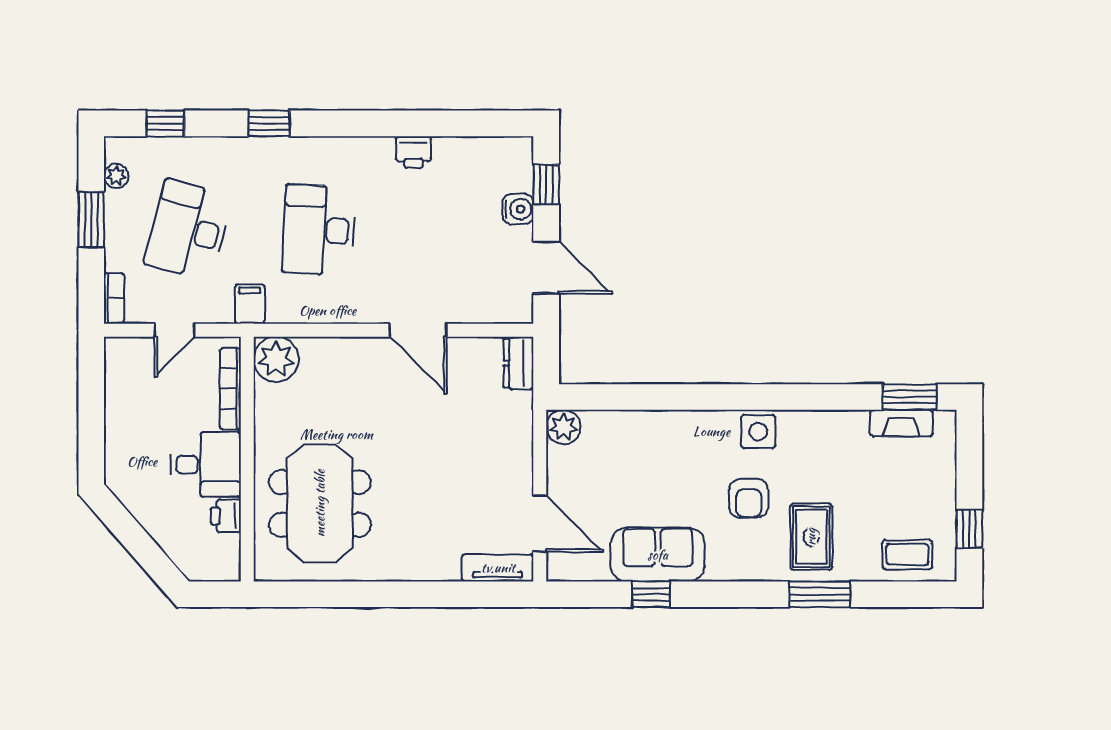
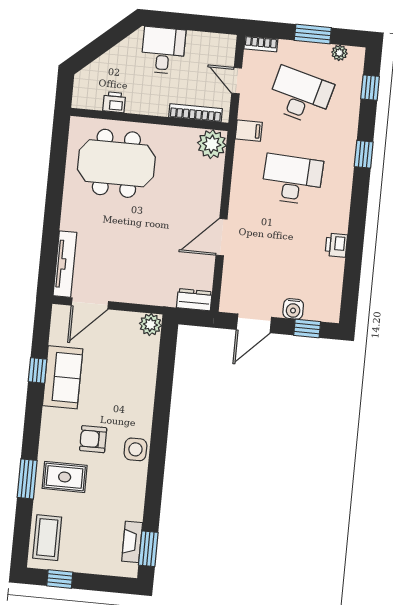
desk: (206, 465) -> (163, 50), moved, turned 180
coffee table: (907, 554) -> (47, 538), width x1.36, depth x1.30
tv unit: (498, 568) -> (65, 264), width x1.41

